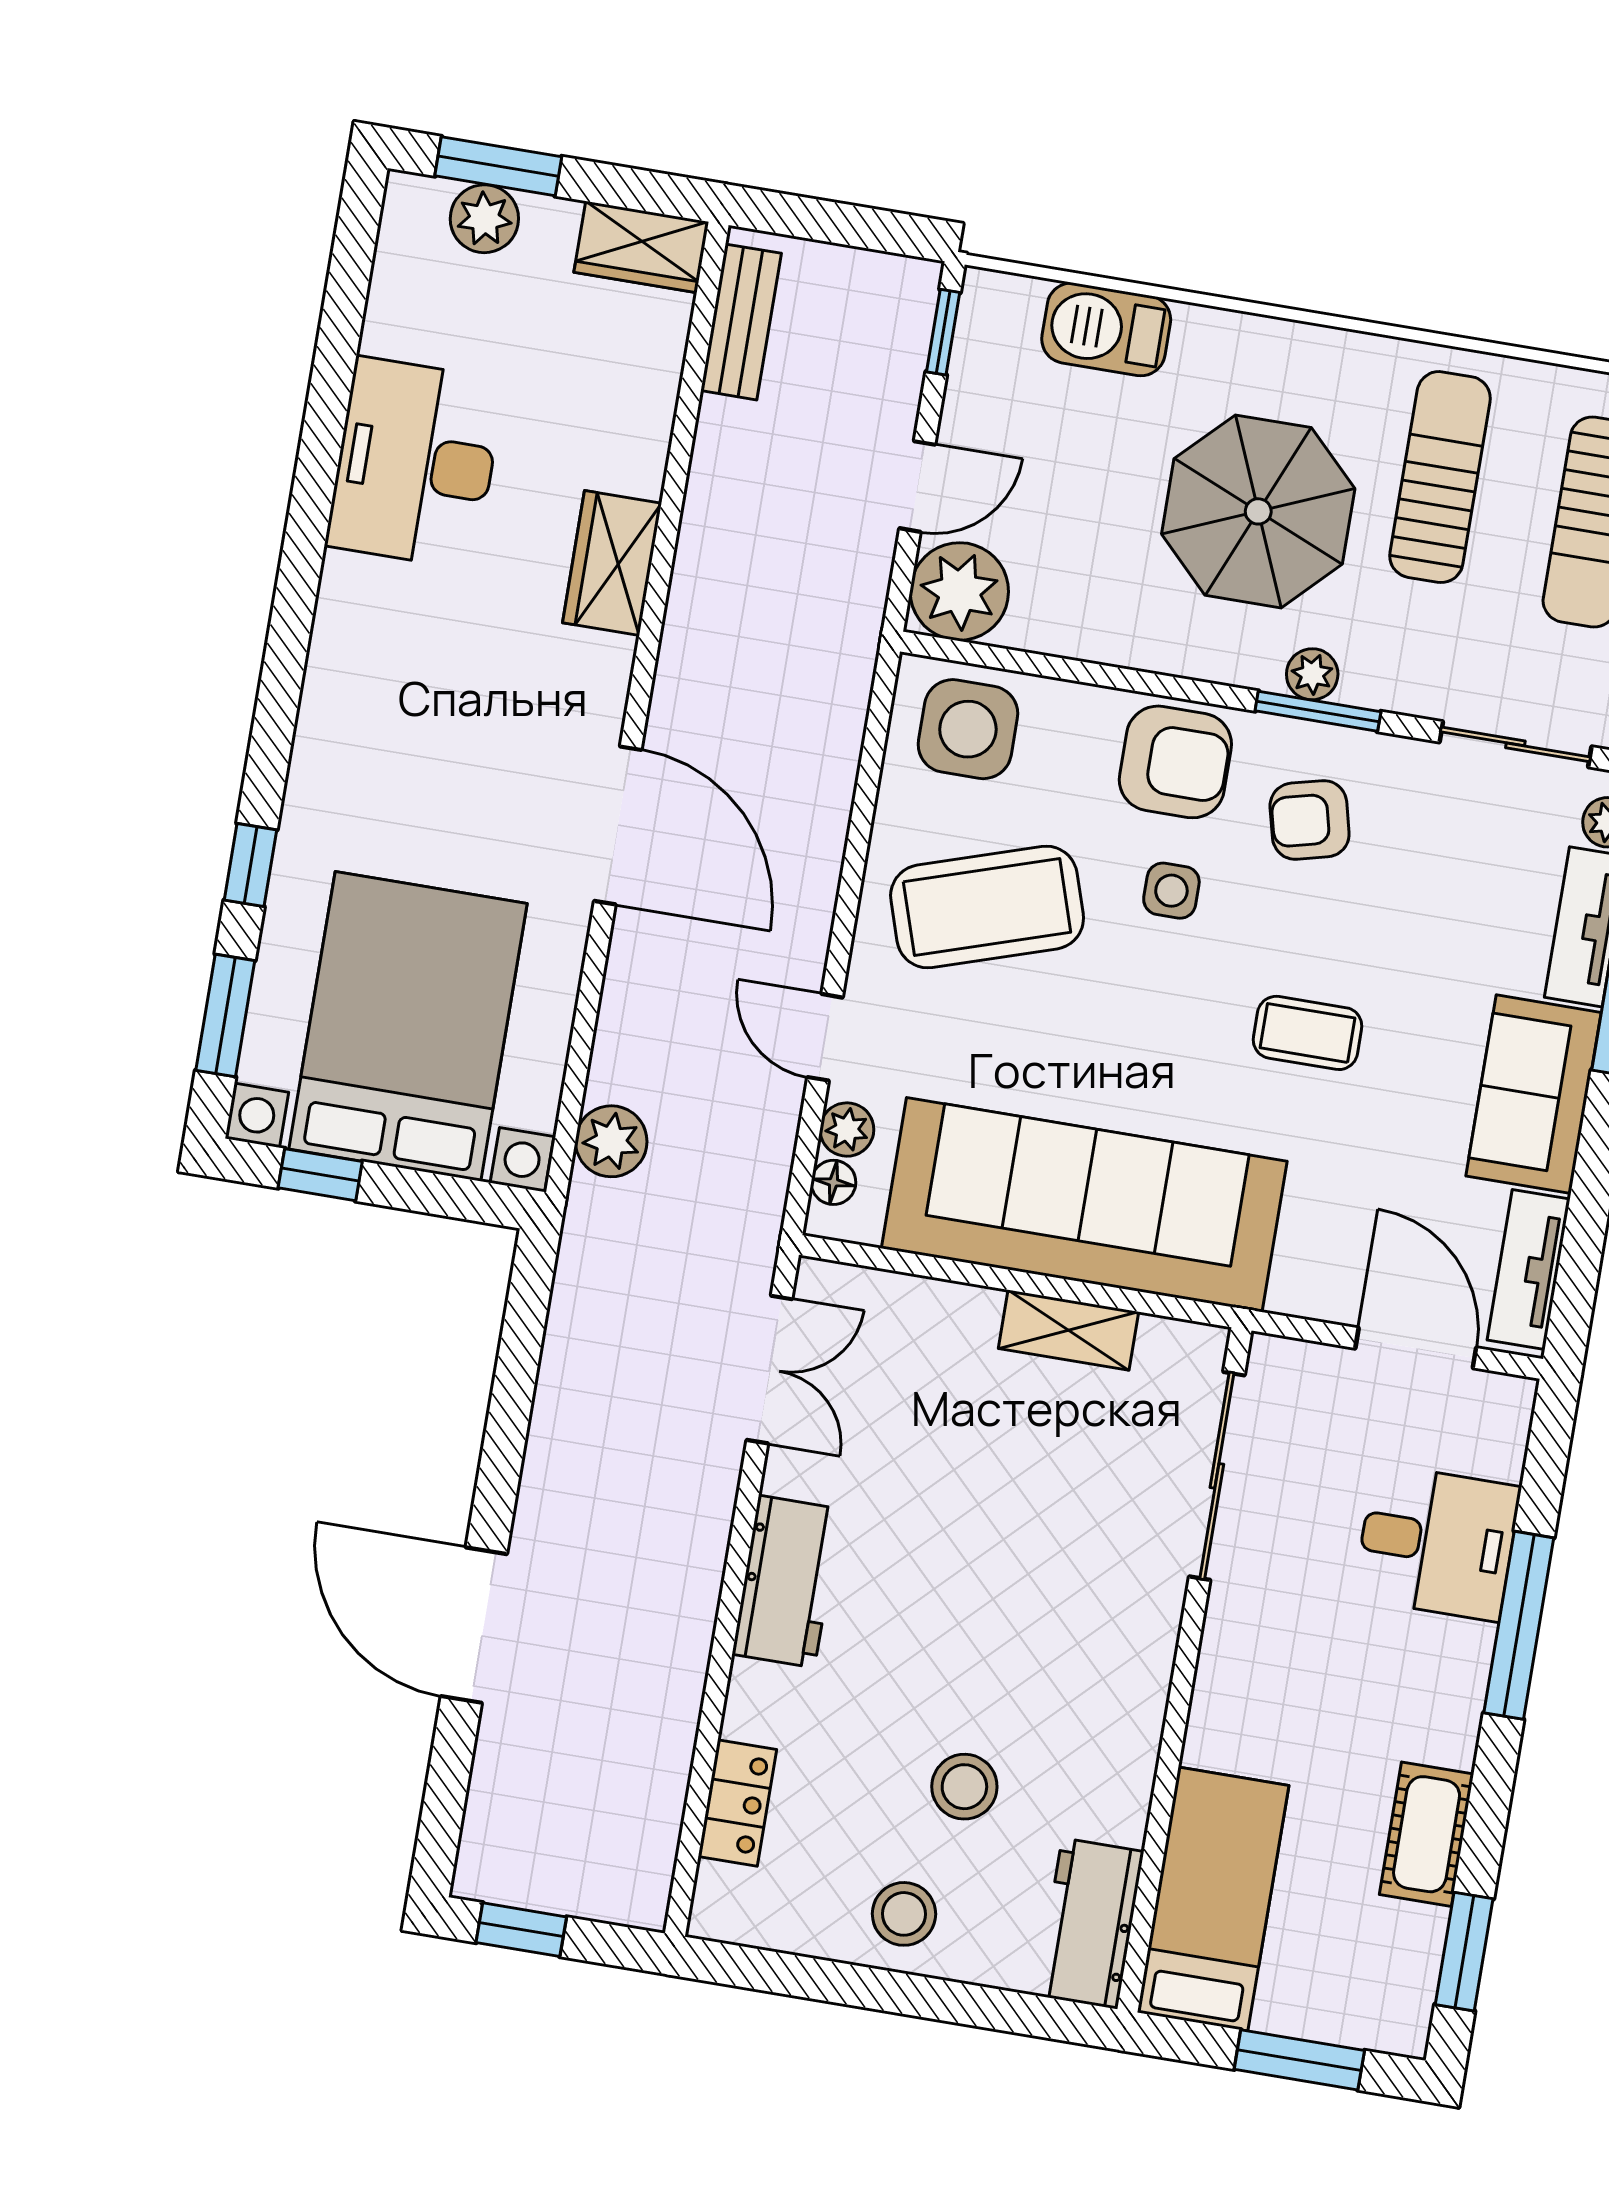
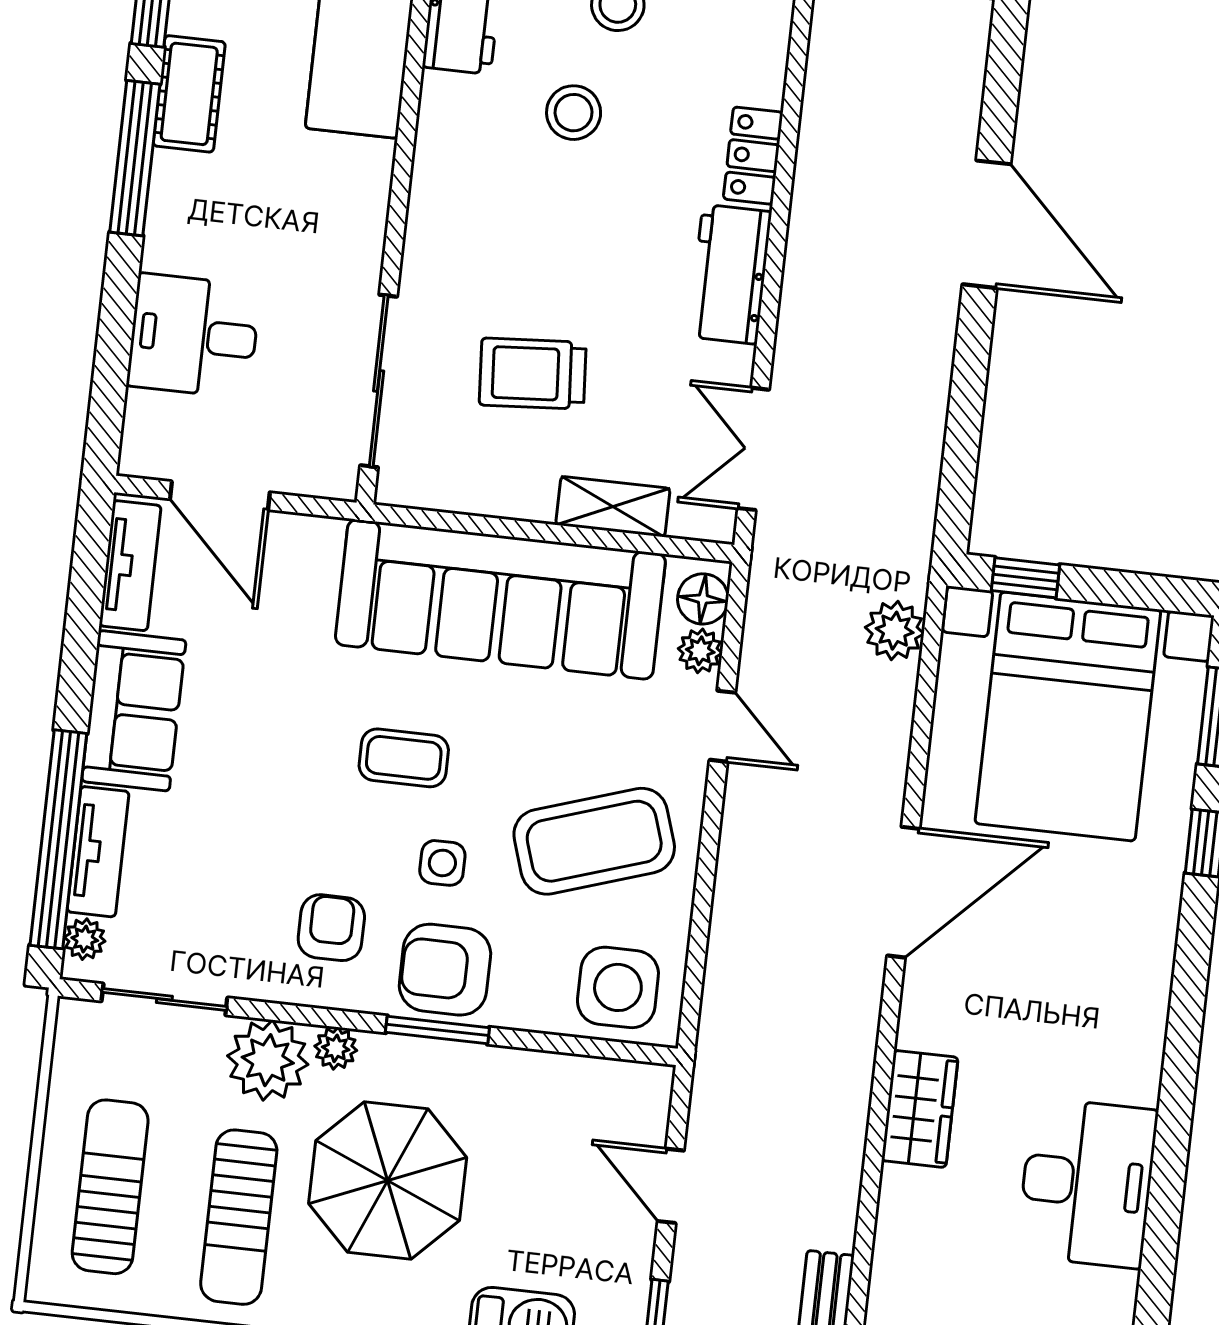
door: (917, 486) -> (671, 1186), hinge flipped
plant: (959, 592) -> (268, 1060), moved
window: (1318, 711) -> (437, 1030), moved
armchair: (1310, 820) -> (331, 928), turned -76
door: (618, 825) -> (903, 892), swing flipped
coffee table: (1307, 1033) -> (404, 758), moved
window: (320, 1175) -> (1026, 578), moved
floor lamp: (833, 1182) -> (703, 599), width x1.37, depth x1.37
shelving: (1068, 1330) -> (613, 507), moved
trolley: (1031, 1475) -> (533, 374), added
window: (1519, 1625) -> (135, 158), moved
locker: (737, 1803) -> (753, 156), moved

